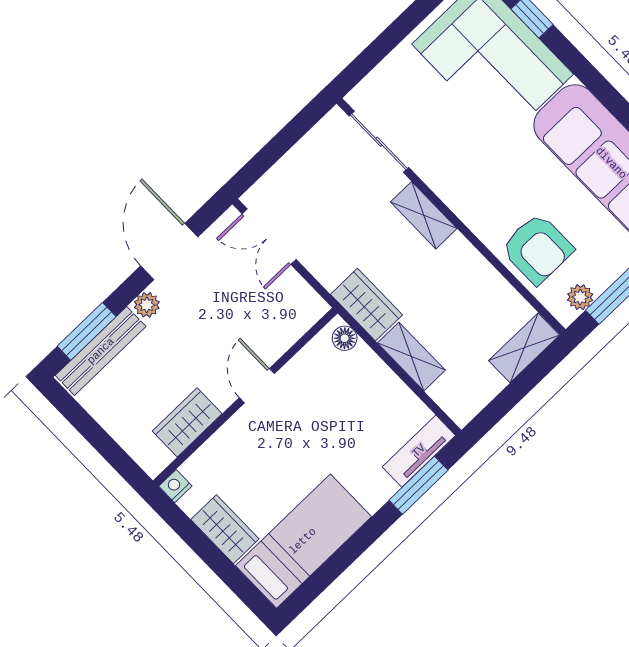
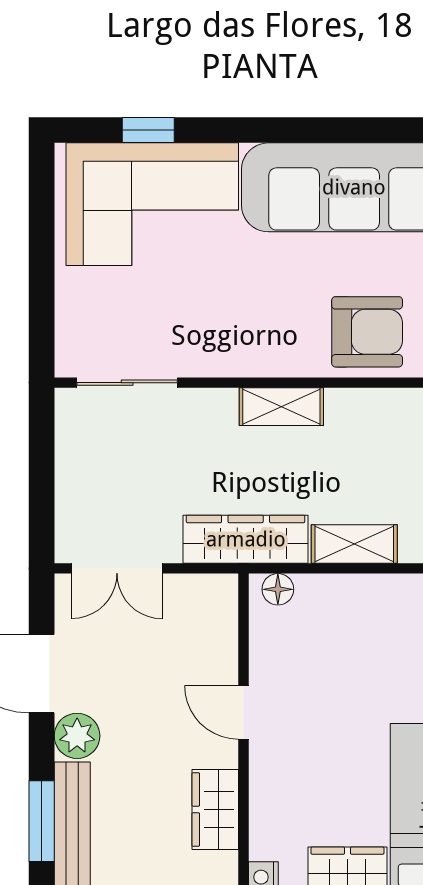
shelving: (424, 215) -> (281, 407), moved
plant: (147, 305) -> (77, 736), width x1.38, depth x1.38
wardrobe: (366, 305) -> (246, 539), width x1.50

